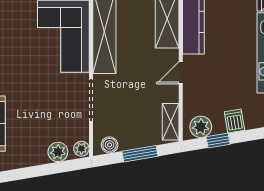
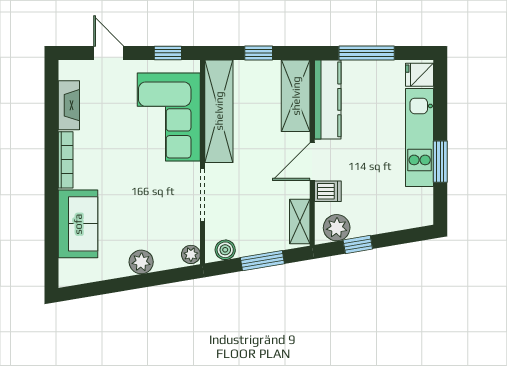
door: (181, 73) -> (312, 162), width x1.37
dishwasher: (234, 121) -> (328, 191), moved, turned 100
plant: (58, 152) -> (141, 262), moved

